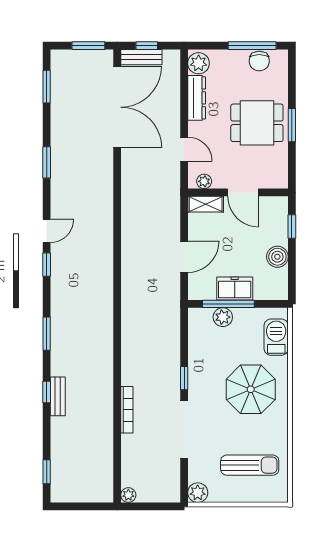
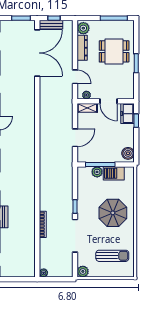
chair: (259, 61) -> (118, 27), removed
dining table: (257, 123) -> (114, 51), moved
boiler: (277, 257) -> (128, 153), moved
freezer: (235, 289) -> (127, 114), moved, turned -90
barbecue: (276, 337) -> (114, 173), moved, turned -90

